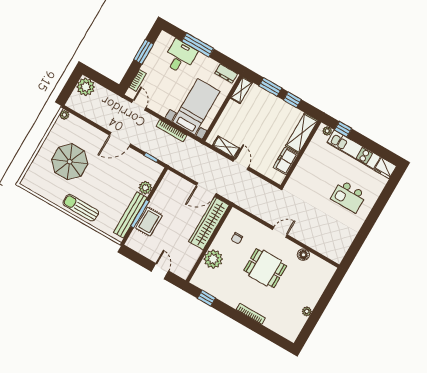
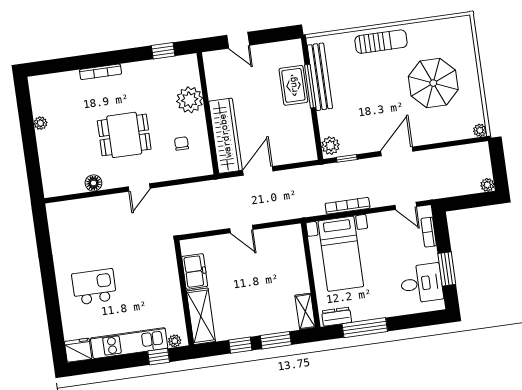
window: (198, 45) -> (365, 328), moved
desk: (180, 57) -> (422, 283), moved, turned -90
plant: (86, 87) -> (487, 185), width x0.53, depth x0.53
shelving: (226, 147) -> (273, 235), removed
plant: (145, 188) -> (330, 146), moved

